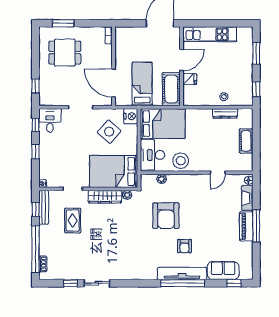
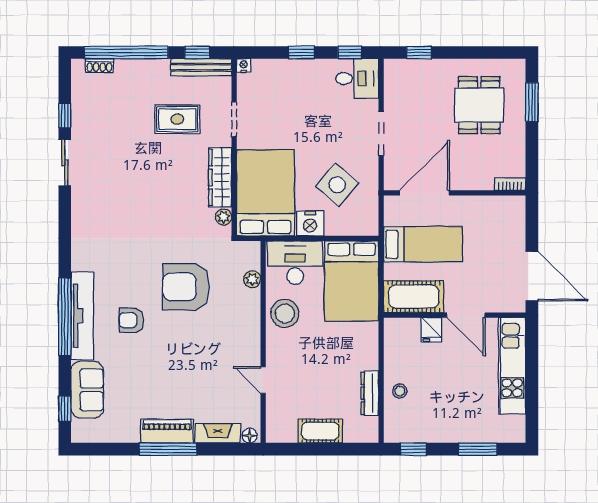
nightstand: (131, 116) -> (310, 224), moved

